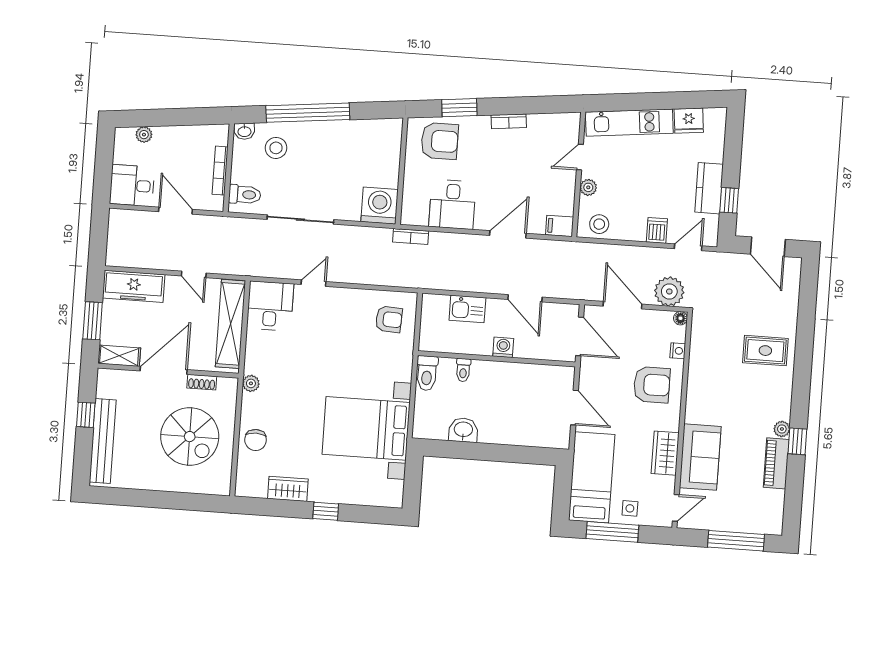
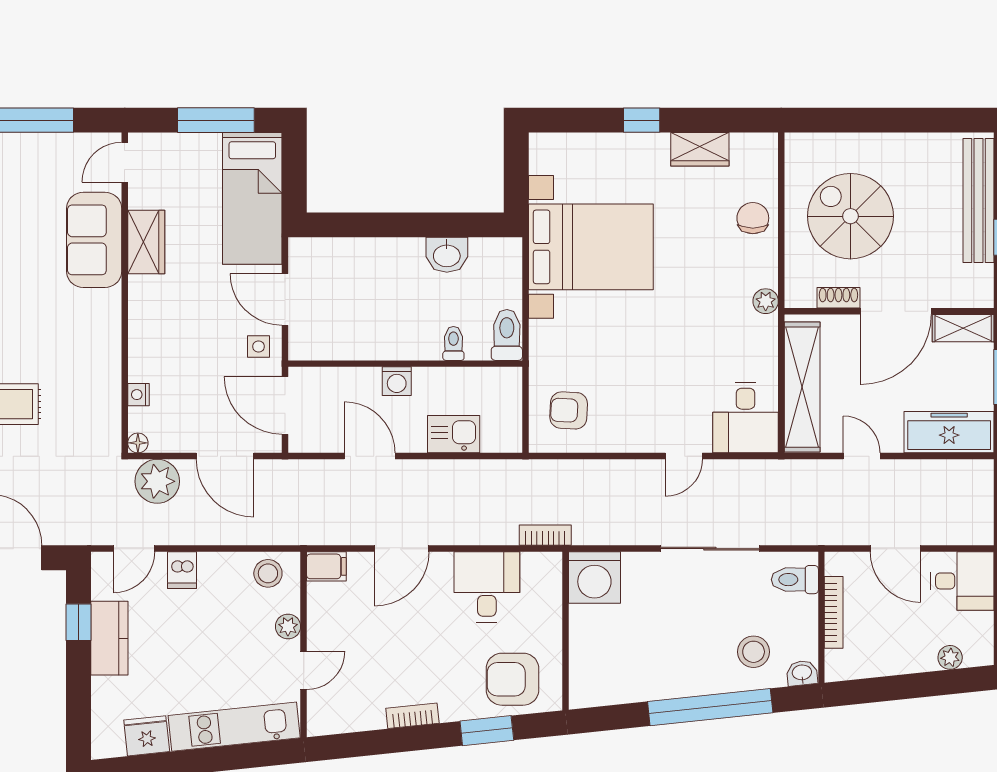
armchair: (652, 385) -> (173, 342), removed
side table: (630, 508) -> (259, 346), moved

